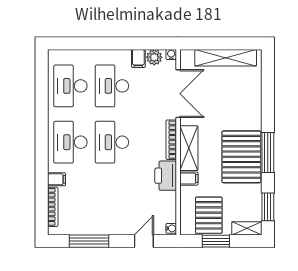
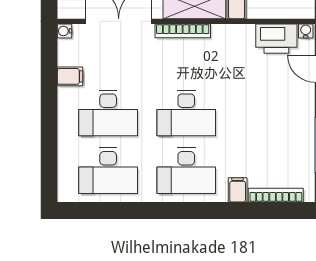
plant: (154, 57) -> (68, 54), removed
printer: (166, 176) -> (276, 39), moved

